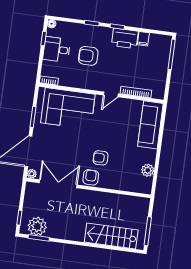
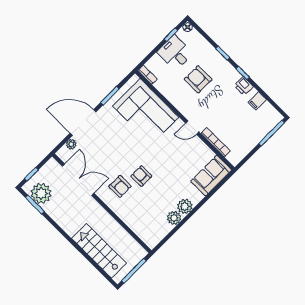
printer: (125, 38) -> (244, 86), width x0.53, depth x0.68
sofa: (150, 125) -> (211, 176), width x0.73
plant: (149, 156) -> (185, 206), added
armchair: (91, 177) -> (120, 186), turned 90
double door: (58, 184) -> (78, 180), moved
wall: (88, 188) -> (102, 203), moved

